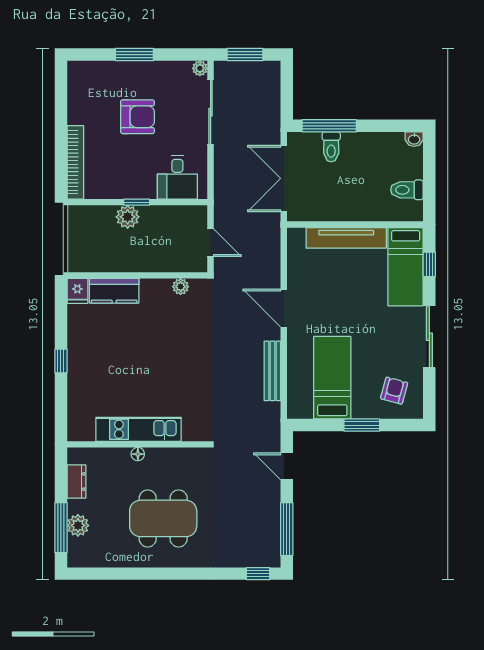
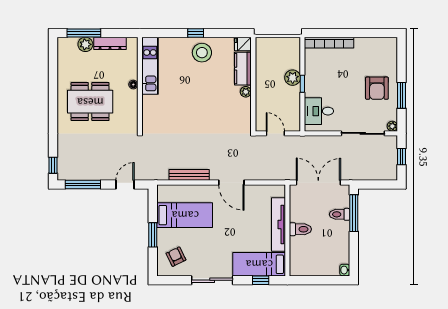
window: (134, 55) -> (401, 95), moved
window: (245, 55) -> (401, 157), width x0.67
armchair: (138, 117) -> (377, 88), moved
toilet: (407, 190) -> (300, 229), moved, turned 90
door: (211, 243) -> (275, 133), swing flipped
plant: (181, 287) -> (246, 92), moved
door: (284, 308) -> (231, 183), swing flipped
stool: (90, 352) -> (202, 53), added
armchair: (394, 391) -> (176, 257), turned -131
kitchen unit: (139, 429) -> (150, 66), moved
dresser: (76, 482) -> (110, 43), width x1.44
dining table: (163, 518) -> (90, 102), turned 90

